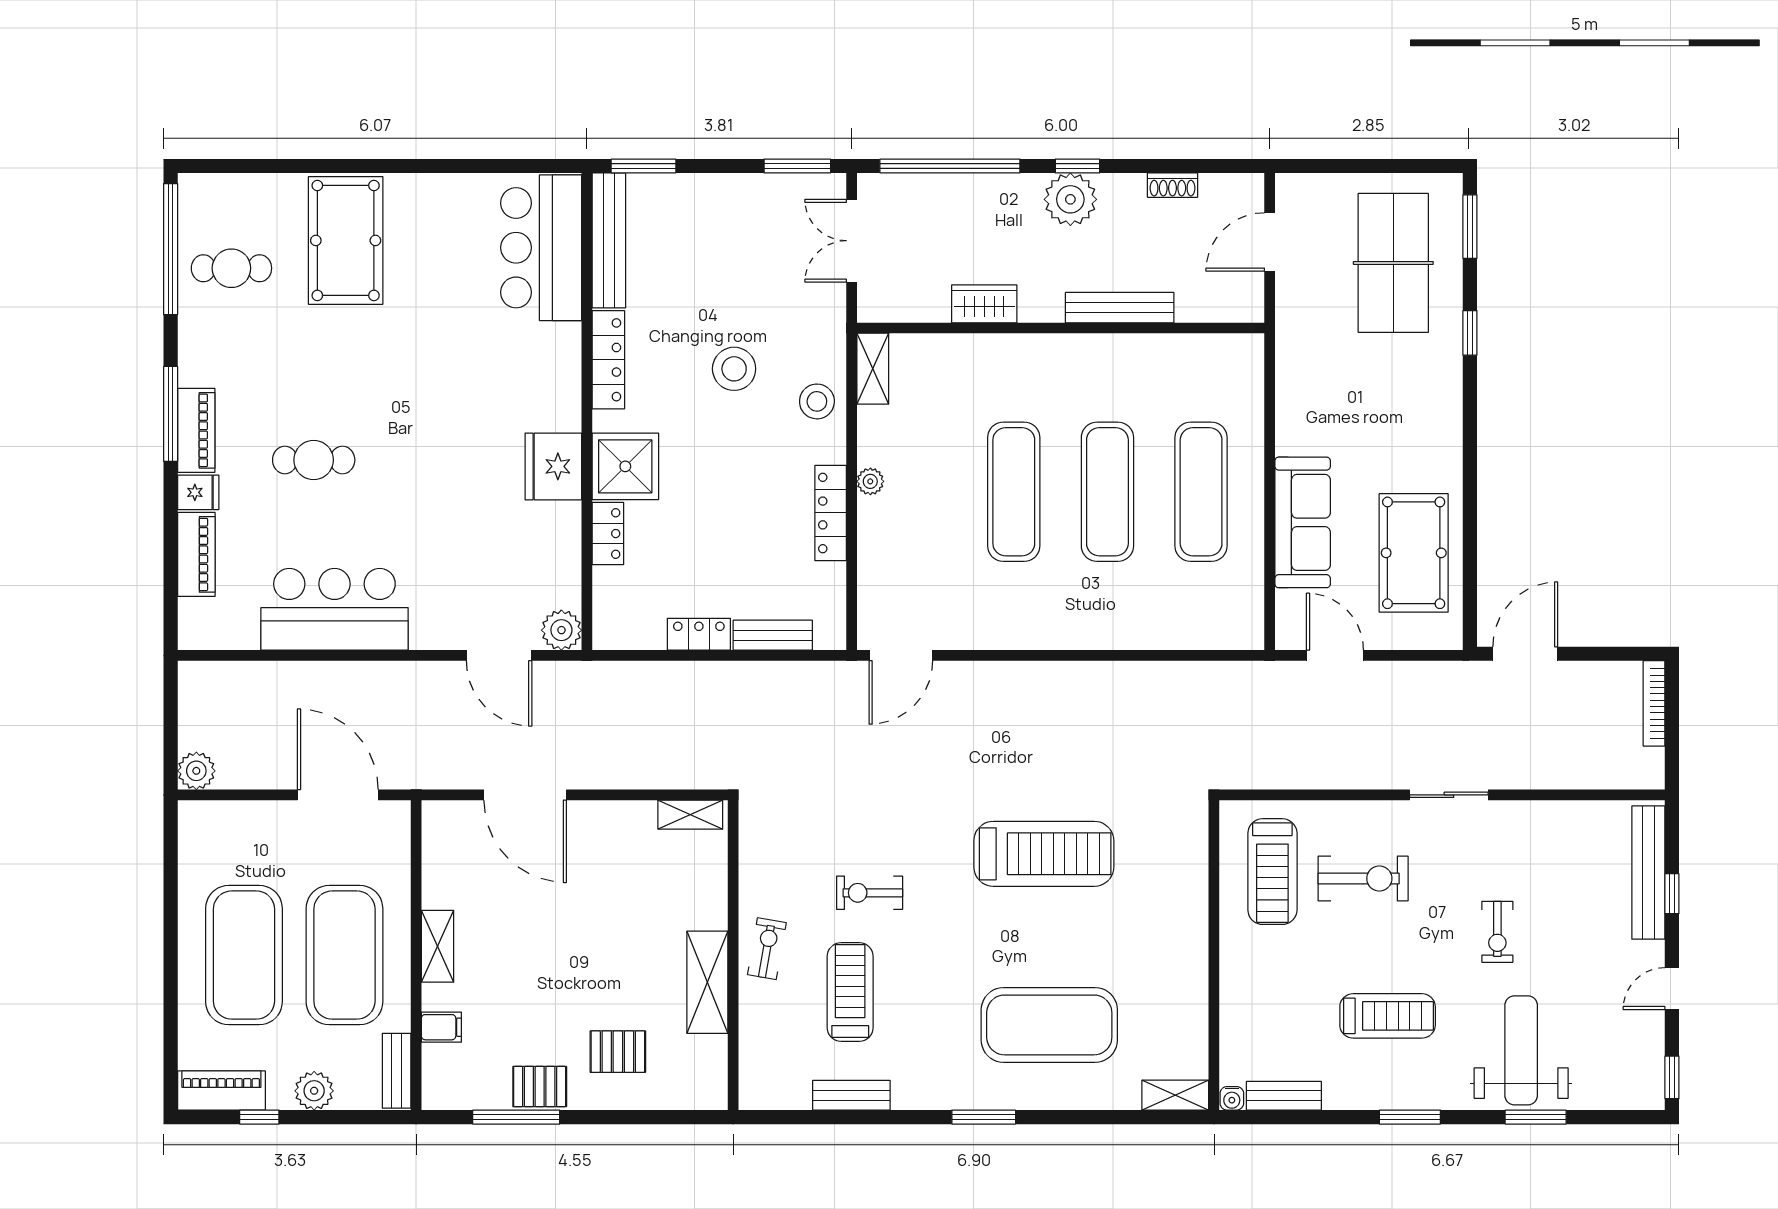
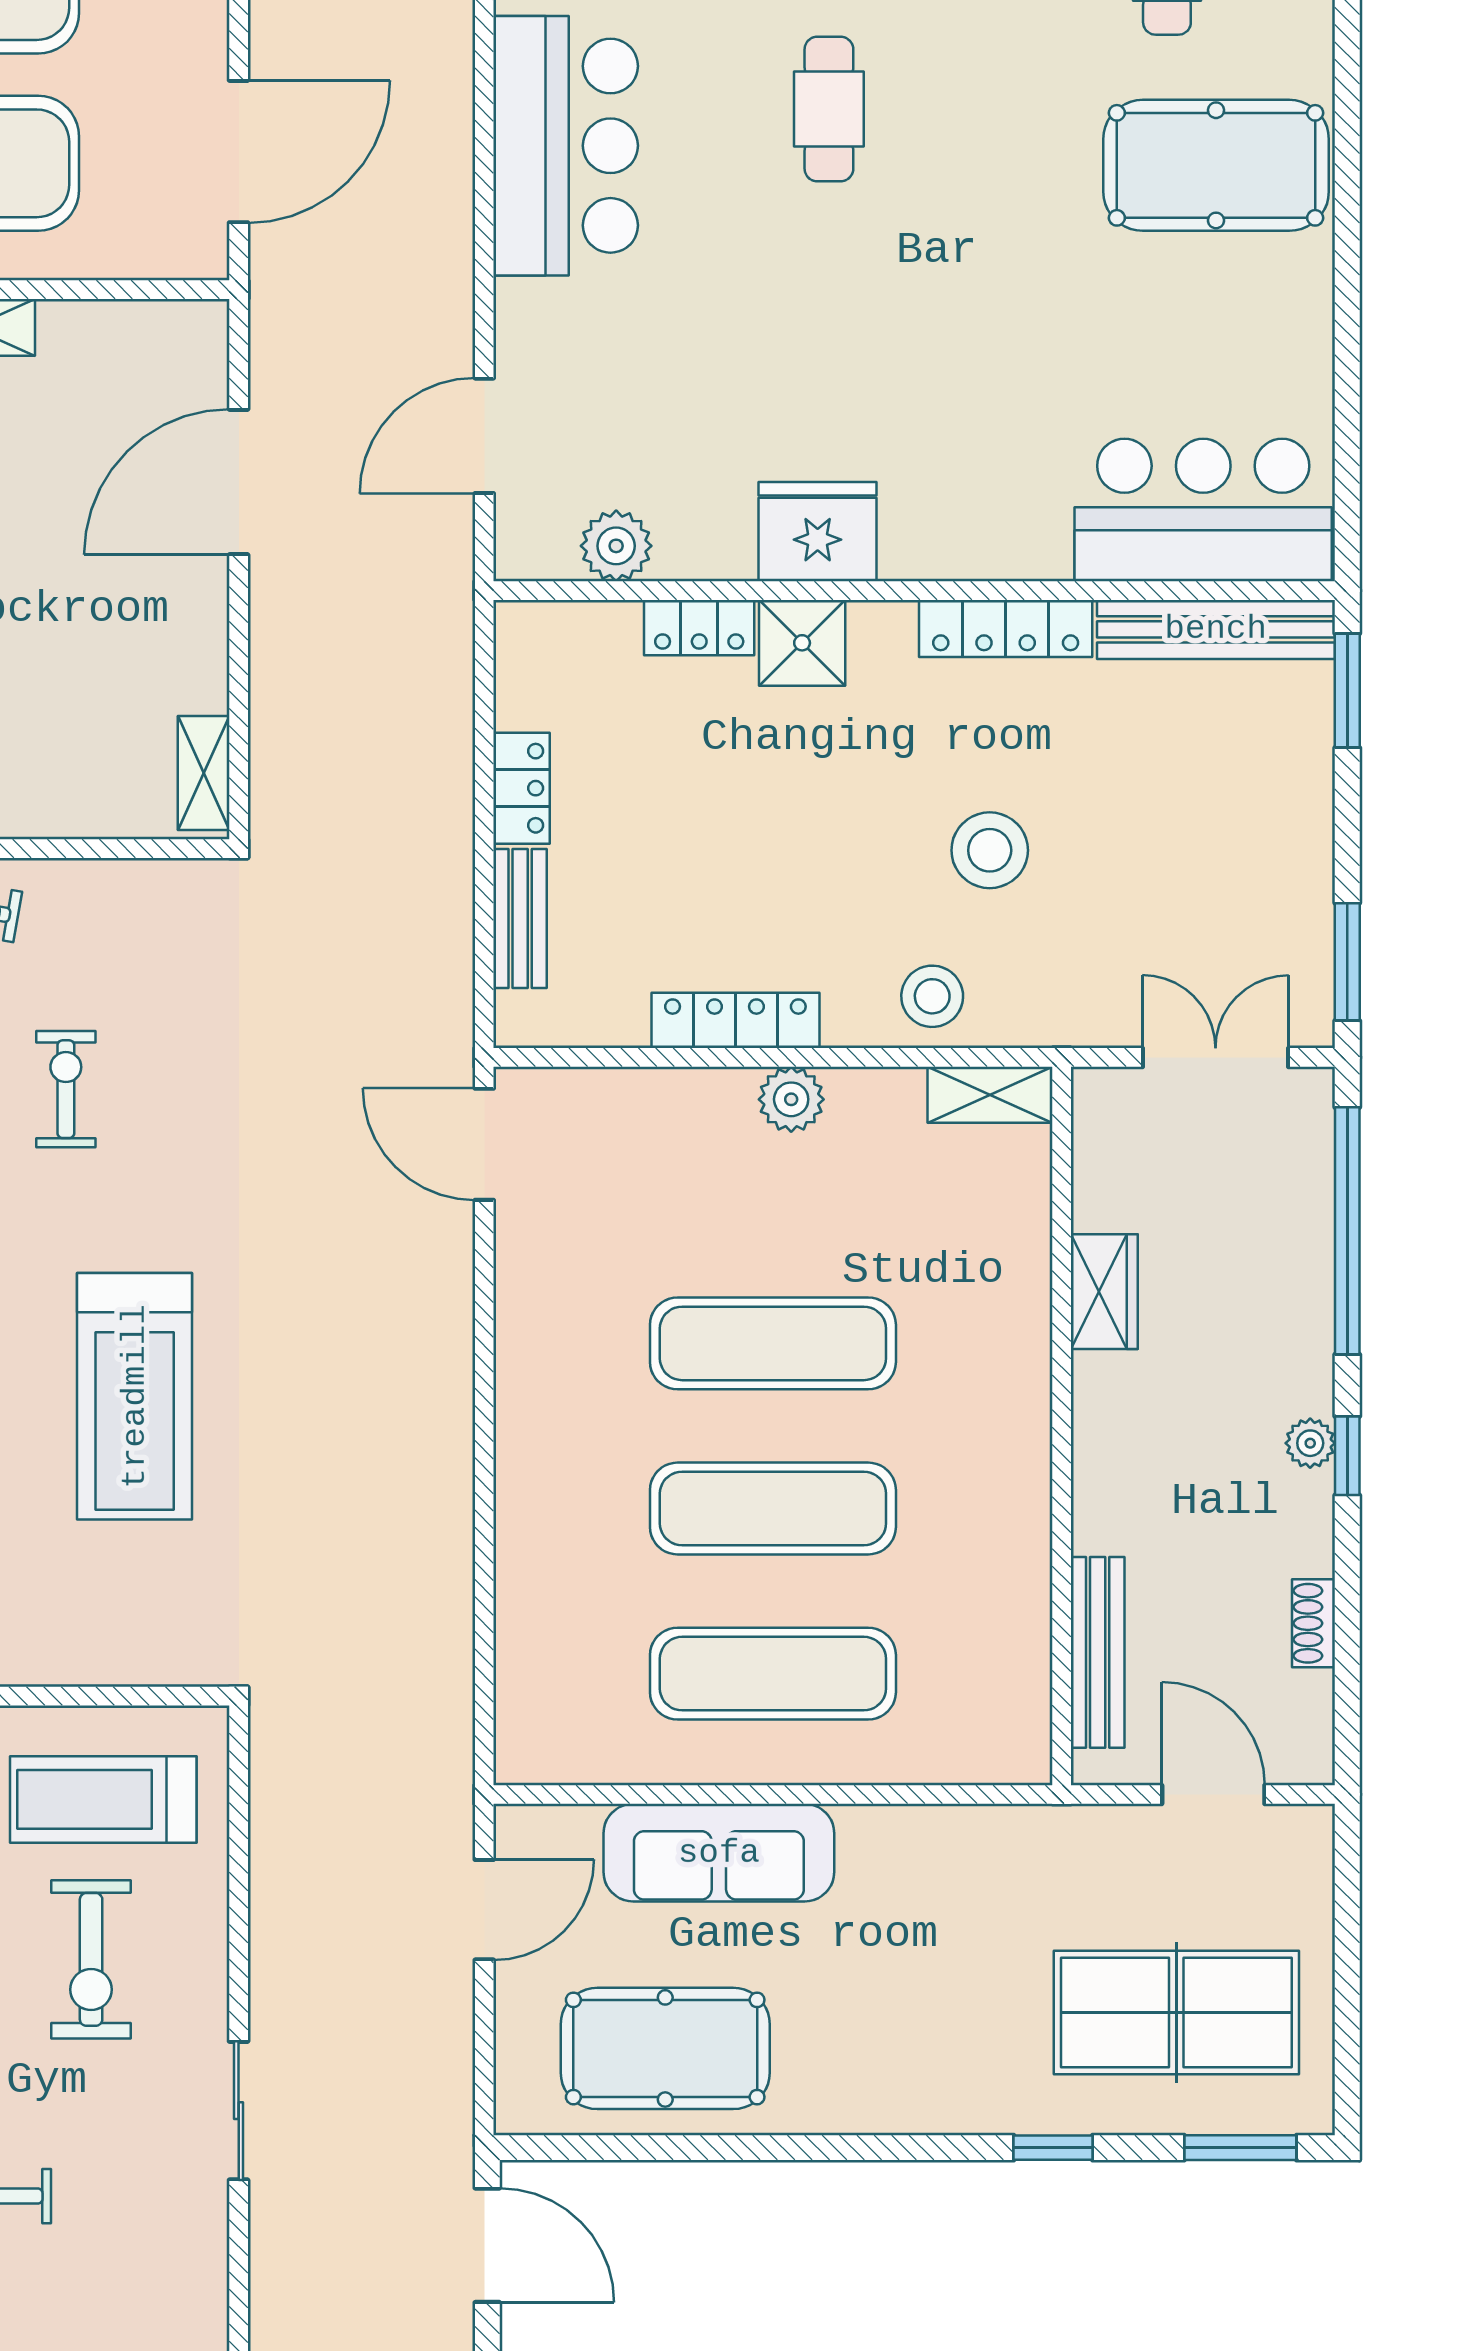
plant: (1070, 199) -> (1310, 1443), width x0.53, depth x0.53
bench: (1120, 308) -> (1098, 1652), moved
shower: (625, 466) -> (802, 643), width x0.73, depth x0.73
plant: (870, 481) -> (791, 1099), width x1.38, depth x1.38
plant: (561, 630) -> (616, 546), moved

